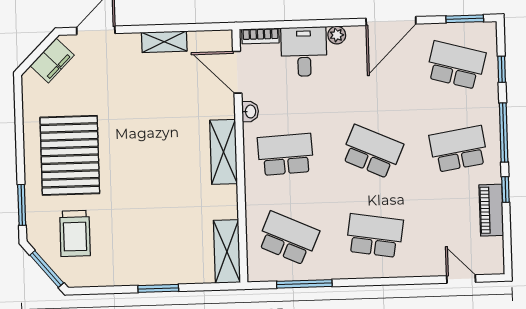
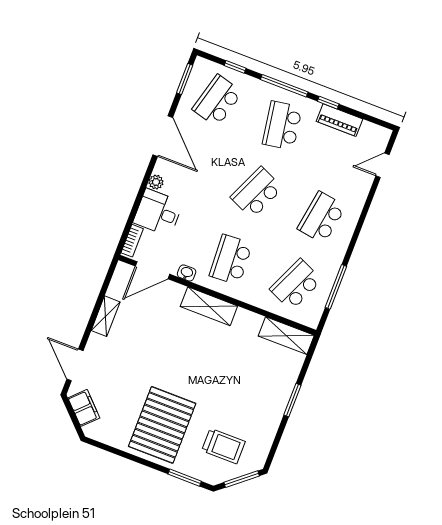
pallet: (70, 155) -> (162, 425), turned 90

